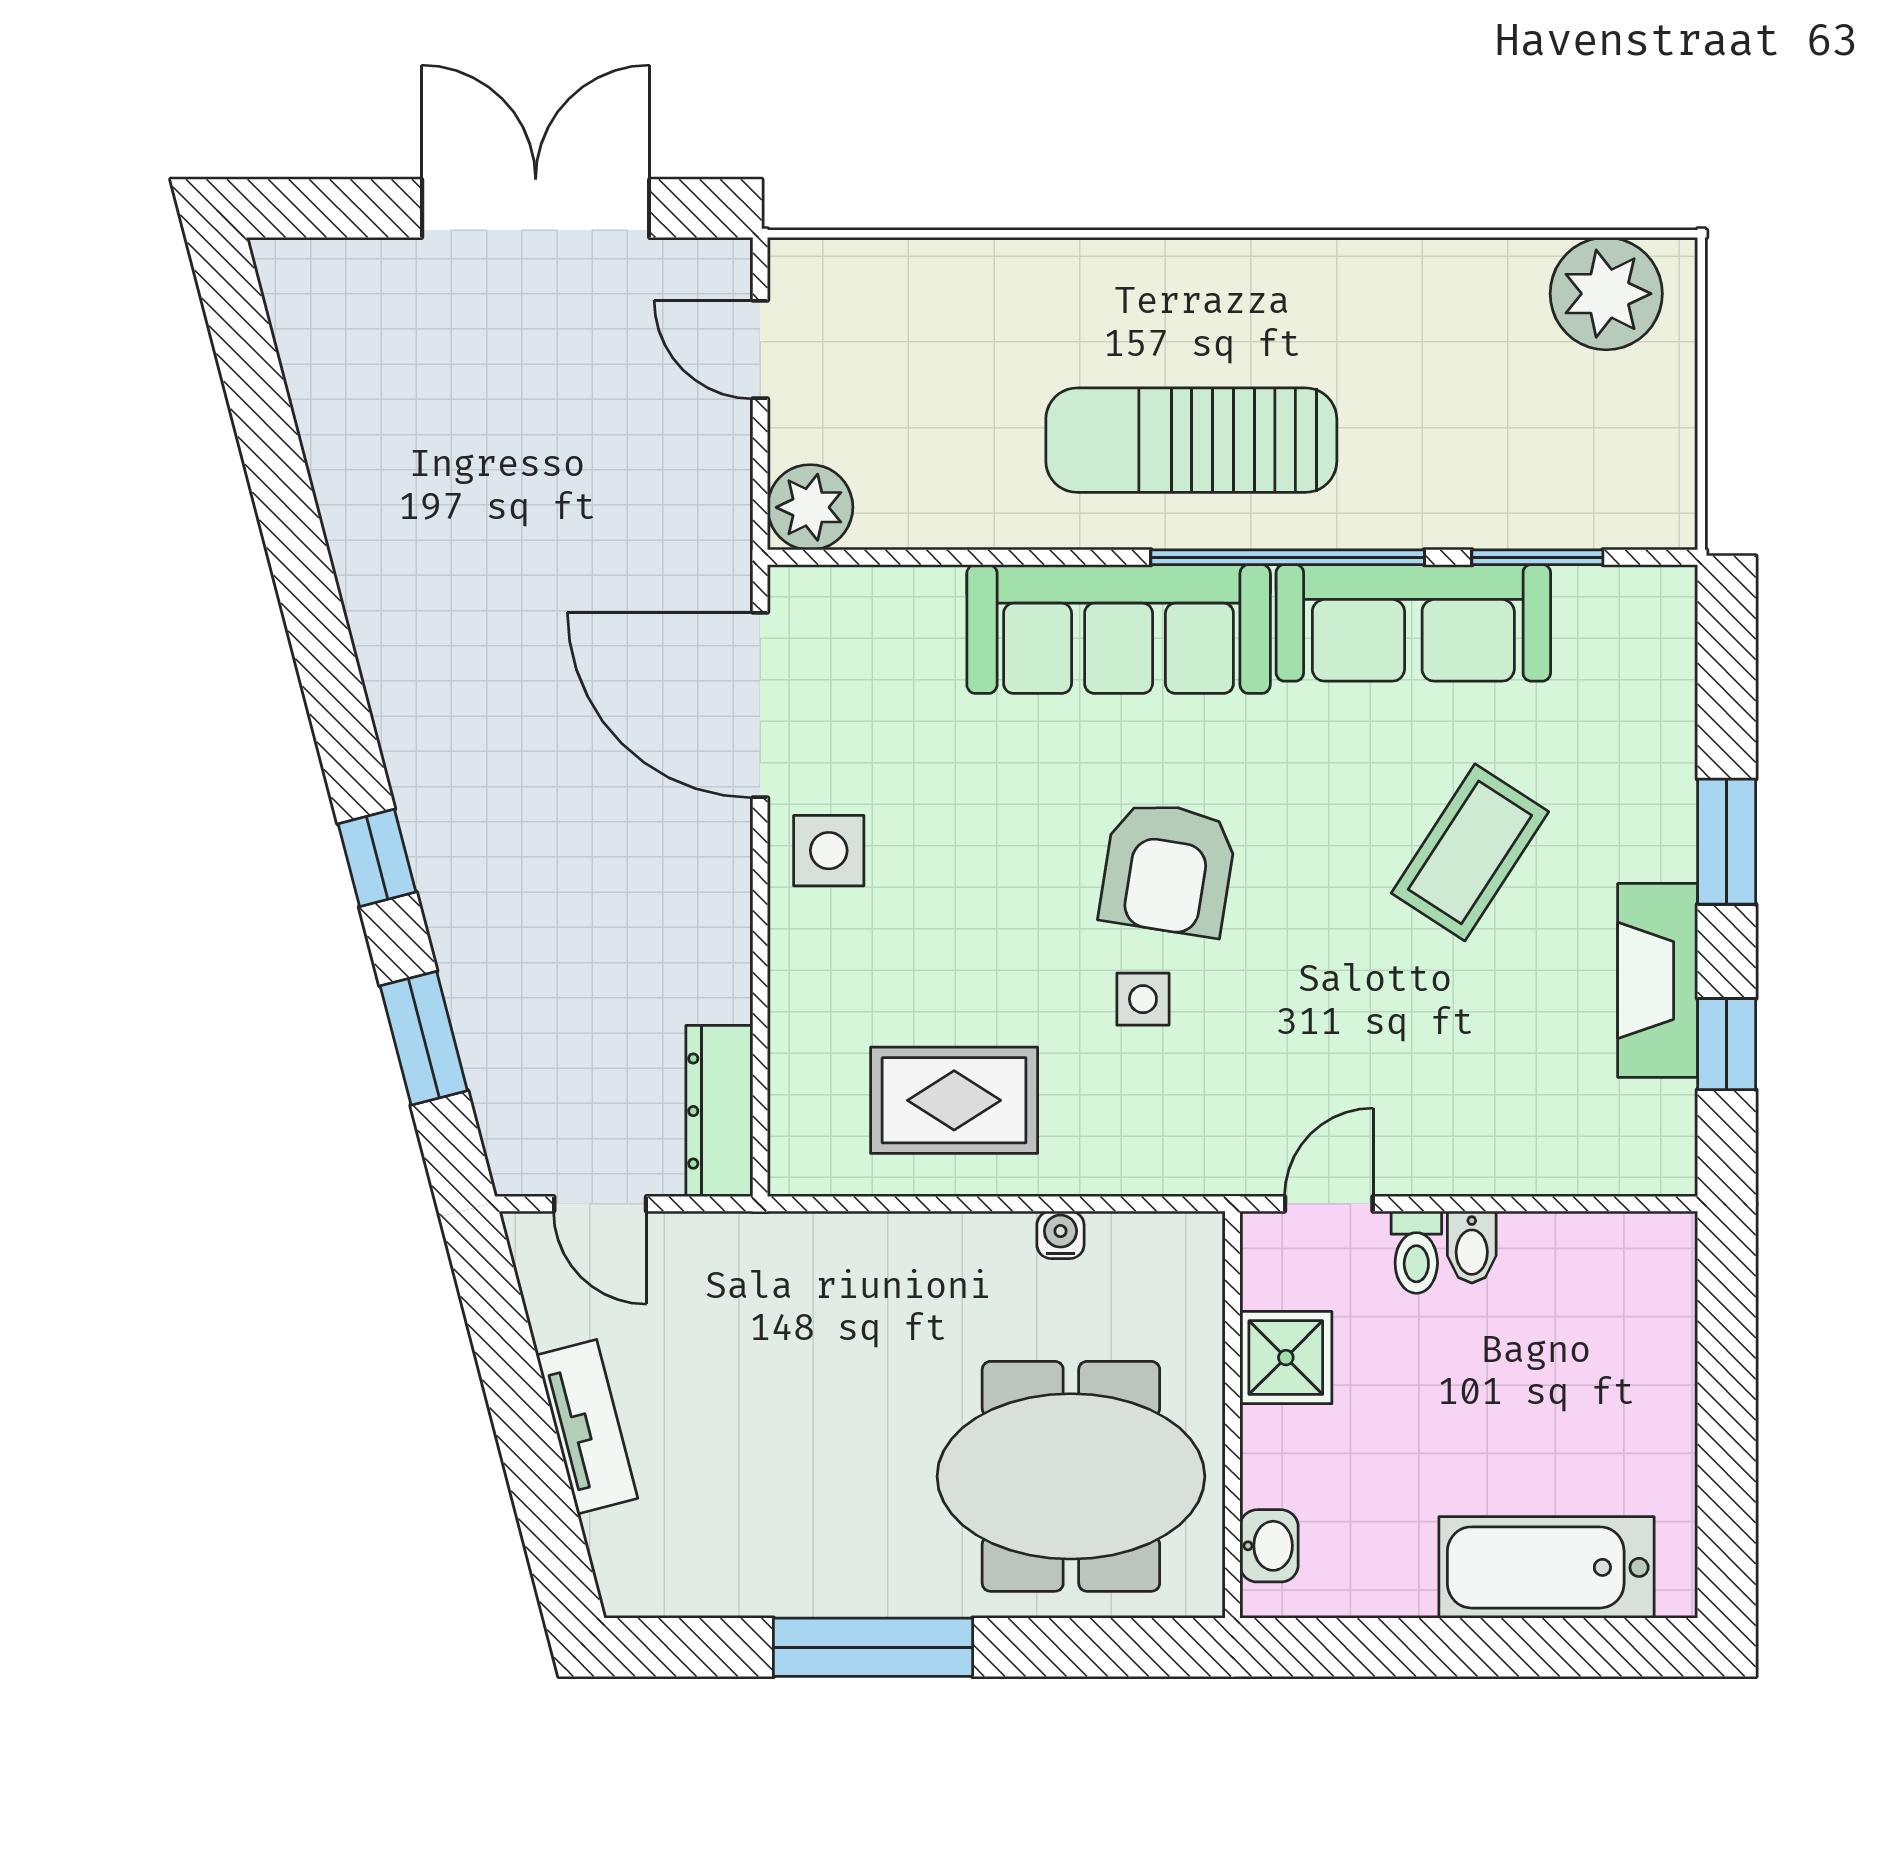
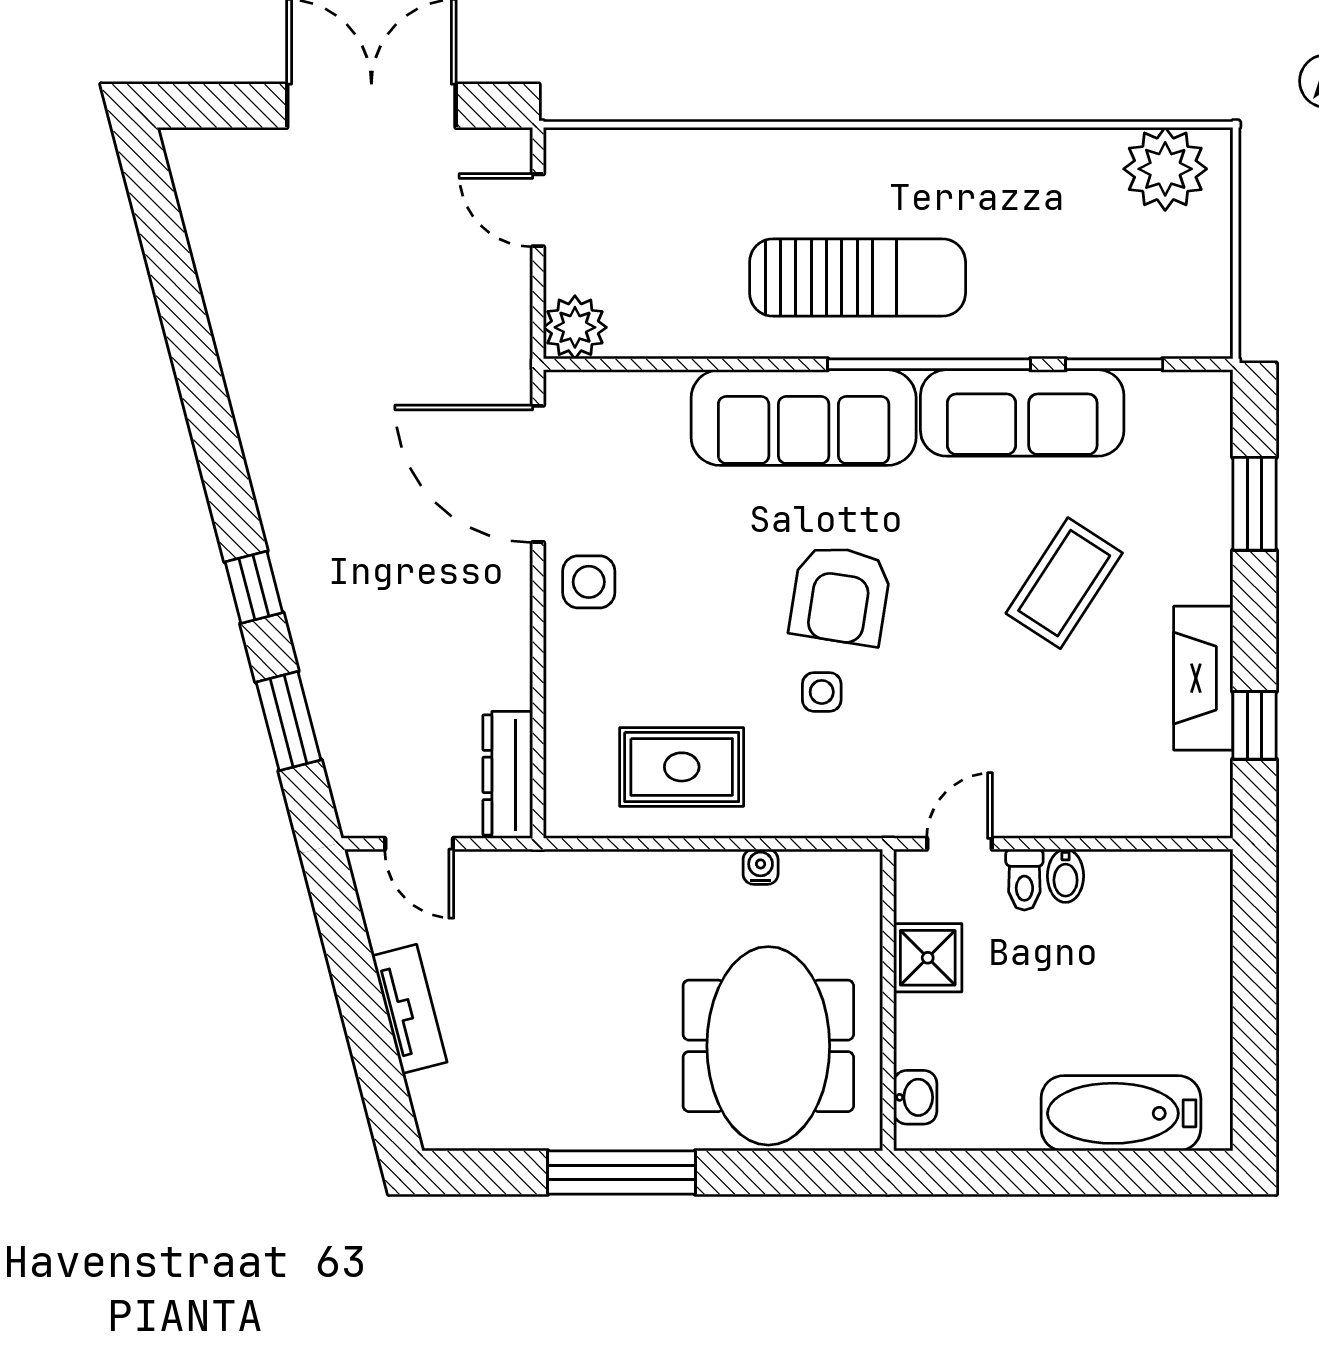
sun lounger: (1191, 440) -> (858, 277), turned 180
window: (1727, 842) -> (1254, 504), moved
meeting table: (1071, 1476) -> (768, 1046), turned 90

